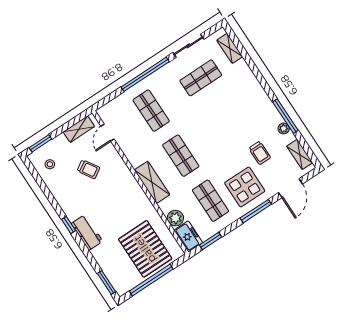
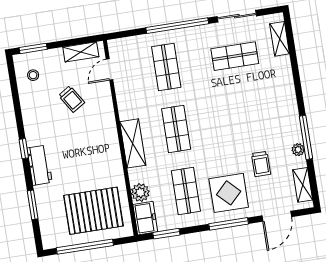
pallet: (145, 249) -> (93, 211), turned 90
window: (106, 283) -> (33, 205), moved

